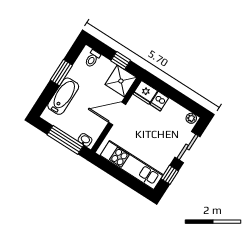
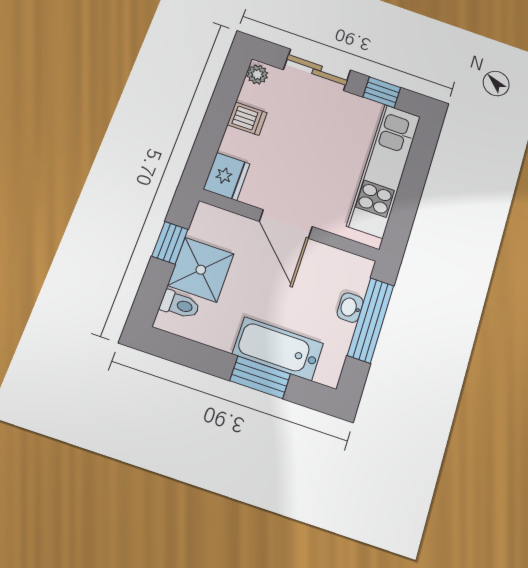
window: (61, 73) -> (260, 377), moved
shower: (121, 81) -> (201, 270), moved
dishwasher: (159, 101) -> (247, 119), moved
washbasin: (85, 140) -> (350, 308), moved

